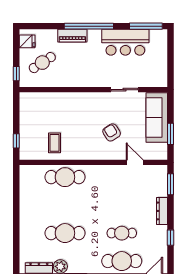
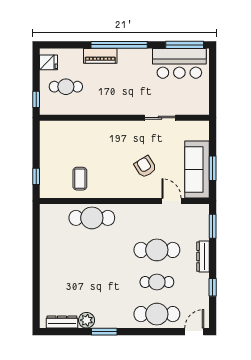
bar counter: (125, 42) -> (179, 63), moved
cafe table: (42, 63) -> (66, 87), turned 33
sofa: (157, 117) -> (197, 170), moved
cafe table: (65, 233) -> (157, 250), moved

